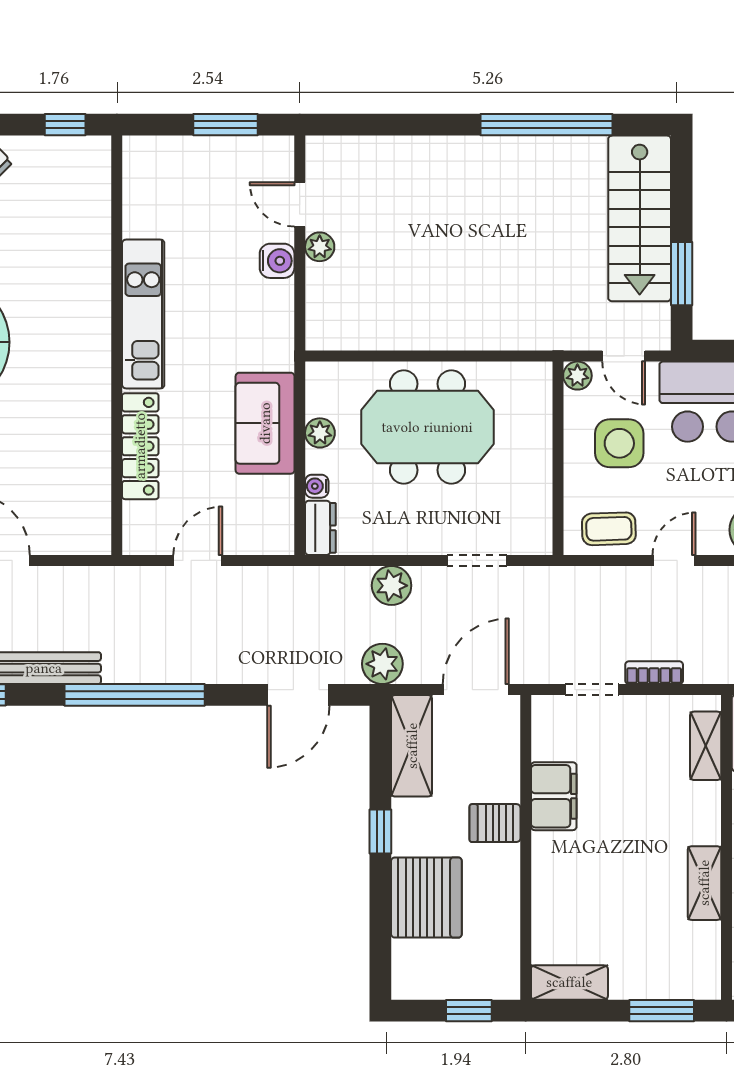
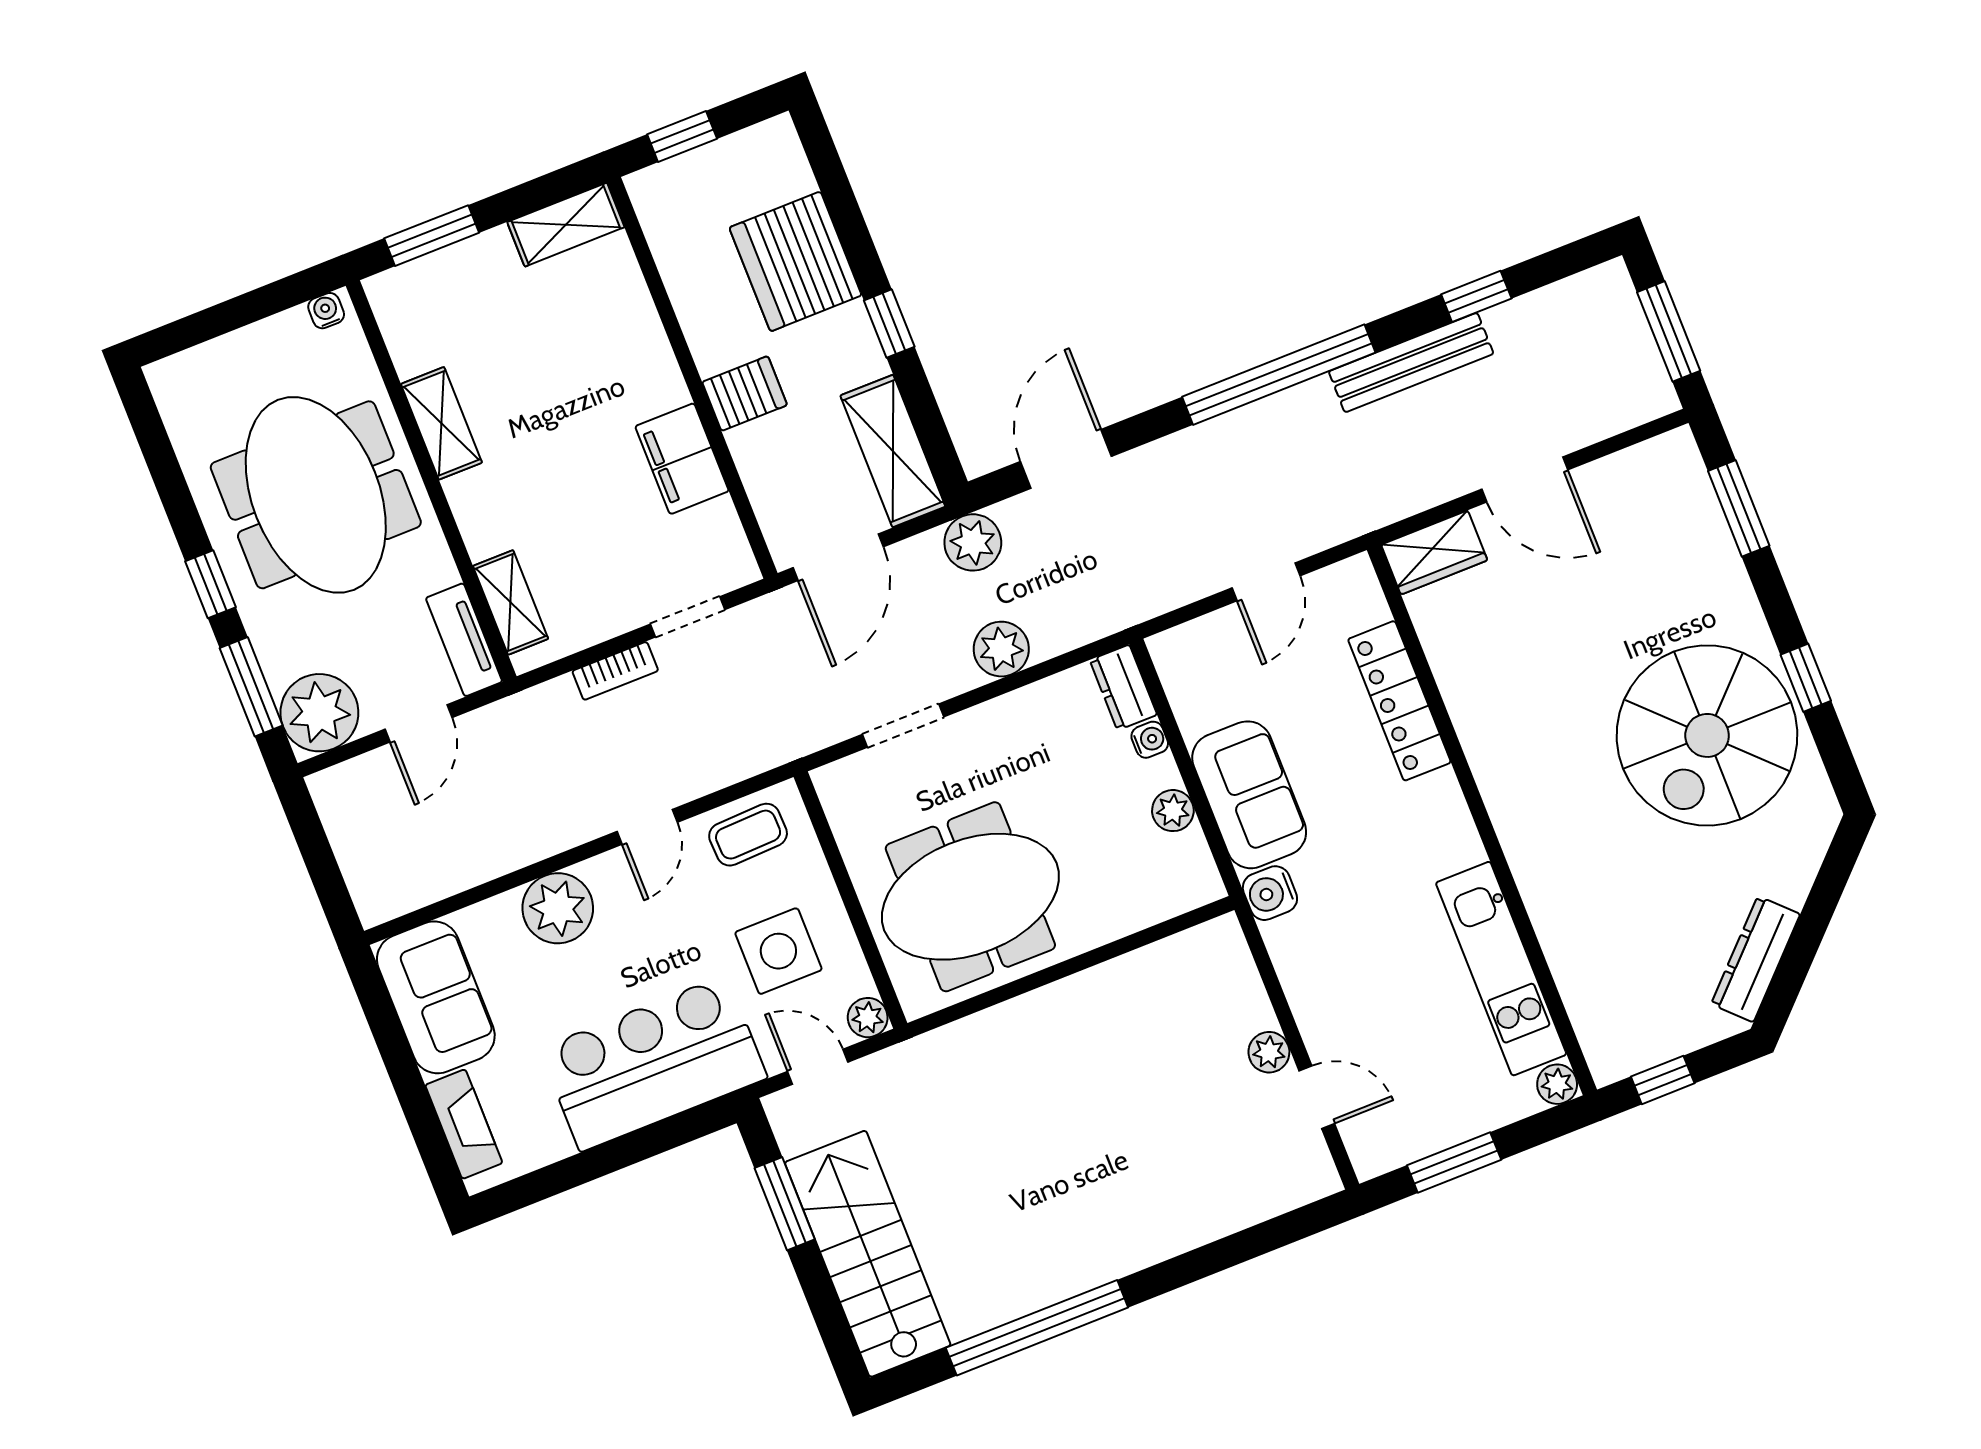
plant: (136, 150) -> (1557, 1084), added
water cooler: (277, 261) -> (1270, 893), moved
kitchen unit: (143, 314) -> (1501, 969), moved
meeting table: (427, 427) -> (970, 897), moved
wardrobe: (78, 536) -> (1434, 552), added

